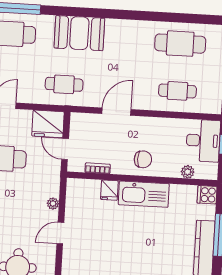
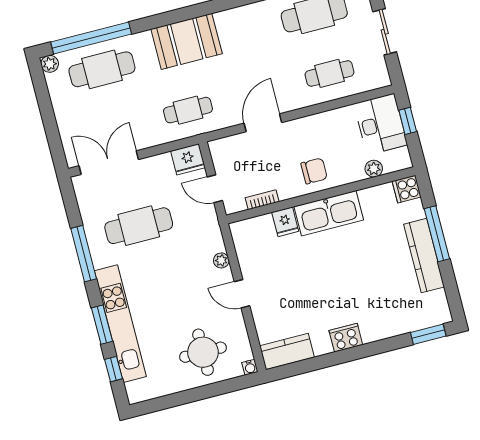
fridge: (48, 124) -> (188, 159), width x0.73, depth x0.75
door: (60, 233) -> (242, 294), hinge flipped

